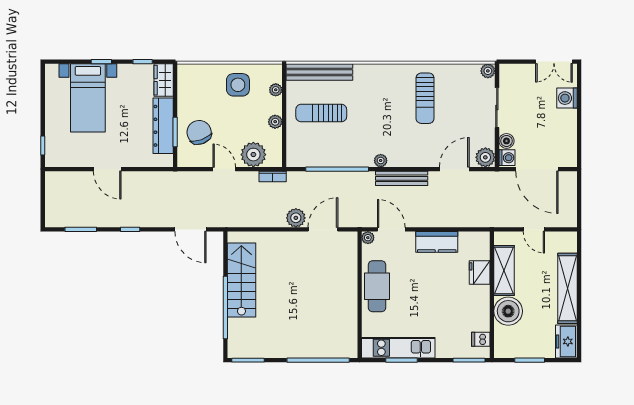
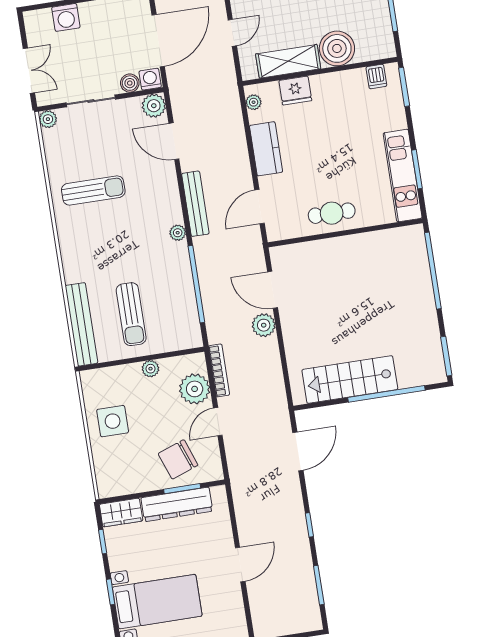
double door: (554, 62) -> (29, 71), moved
plant: (276, 90) -> (111, 374), removed
bookcase: (273, 176) -> (219, 370), width x1.56
plant: (368, 238) -> (254, 102), moved
cafe table: (377, 286) -> (332, 213), width x0.73, depth x0.74

